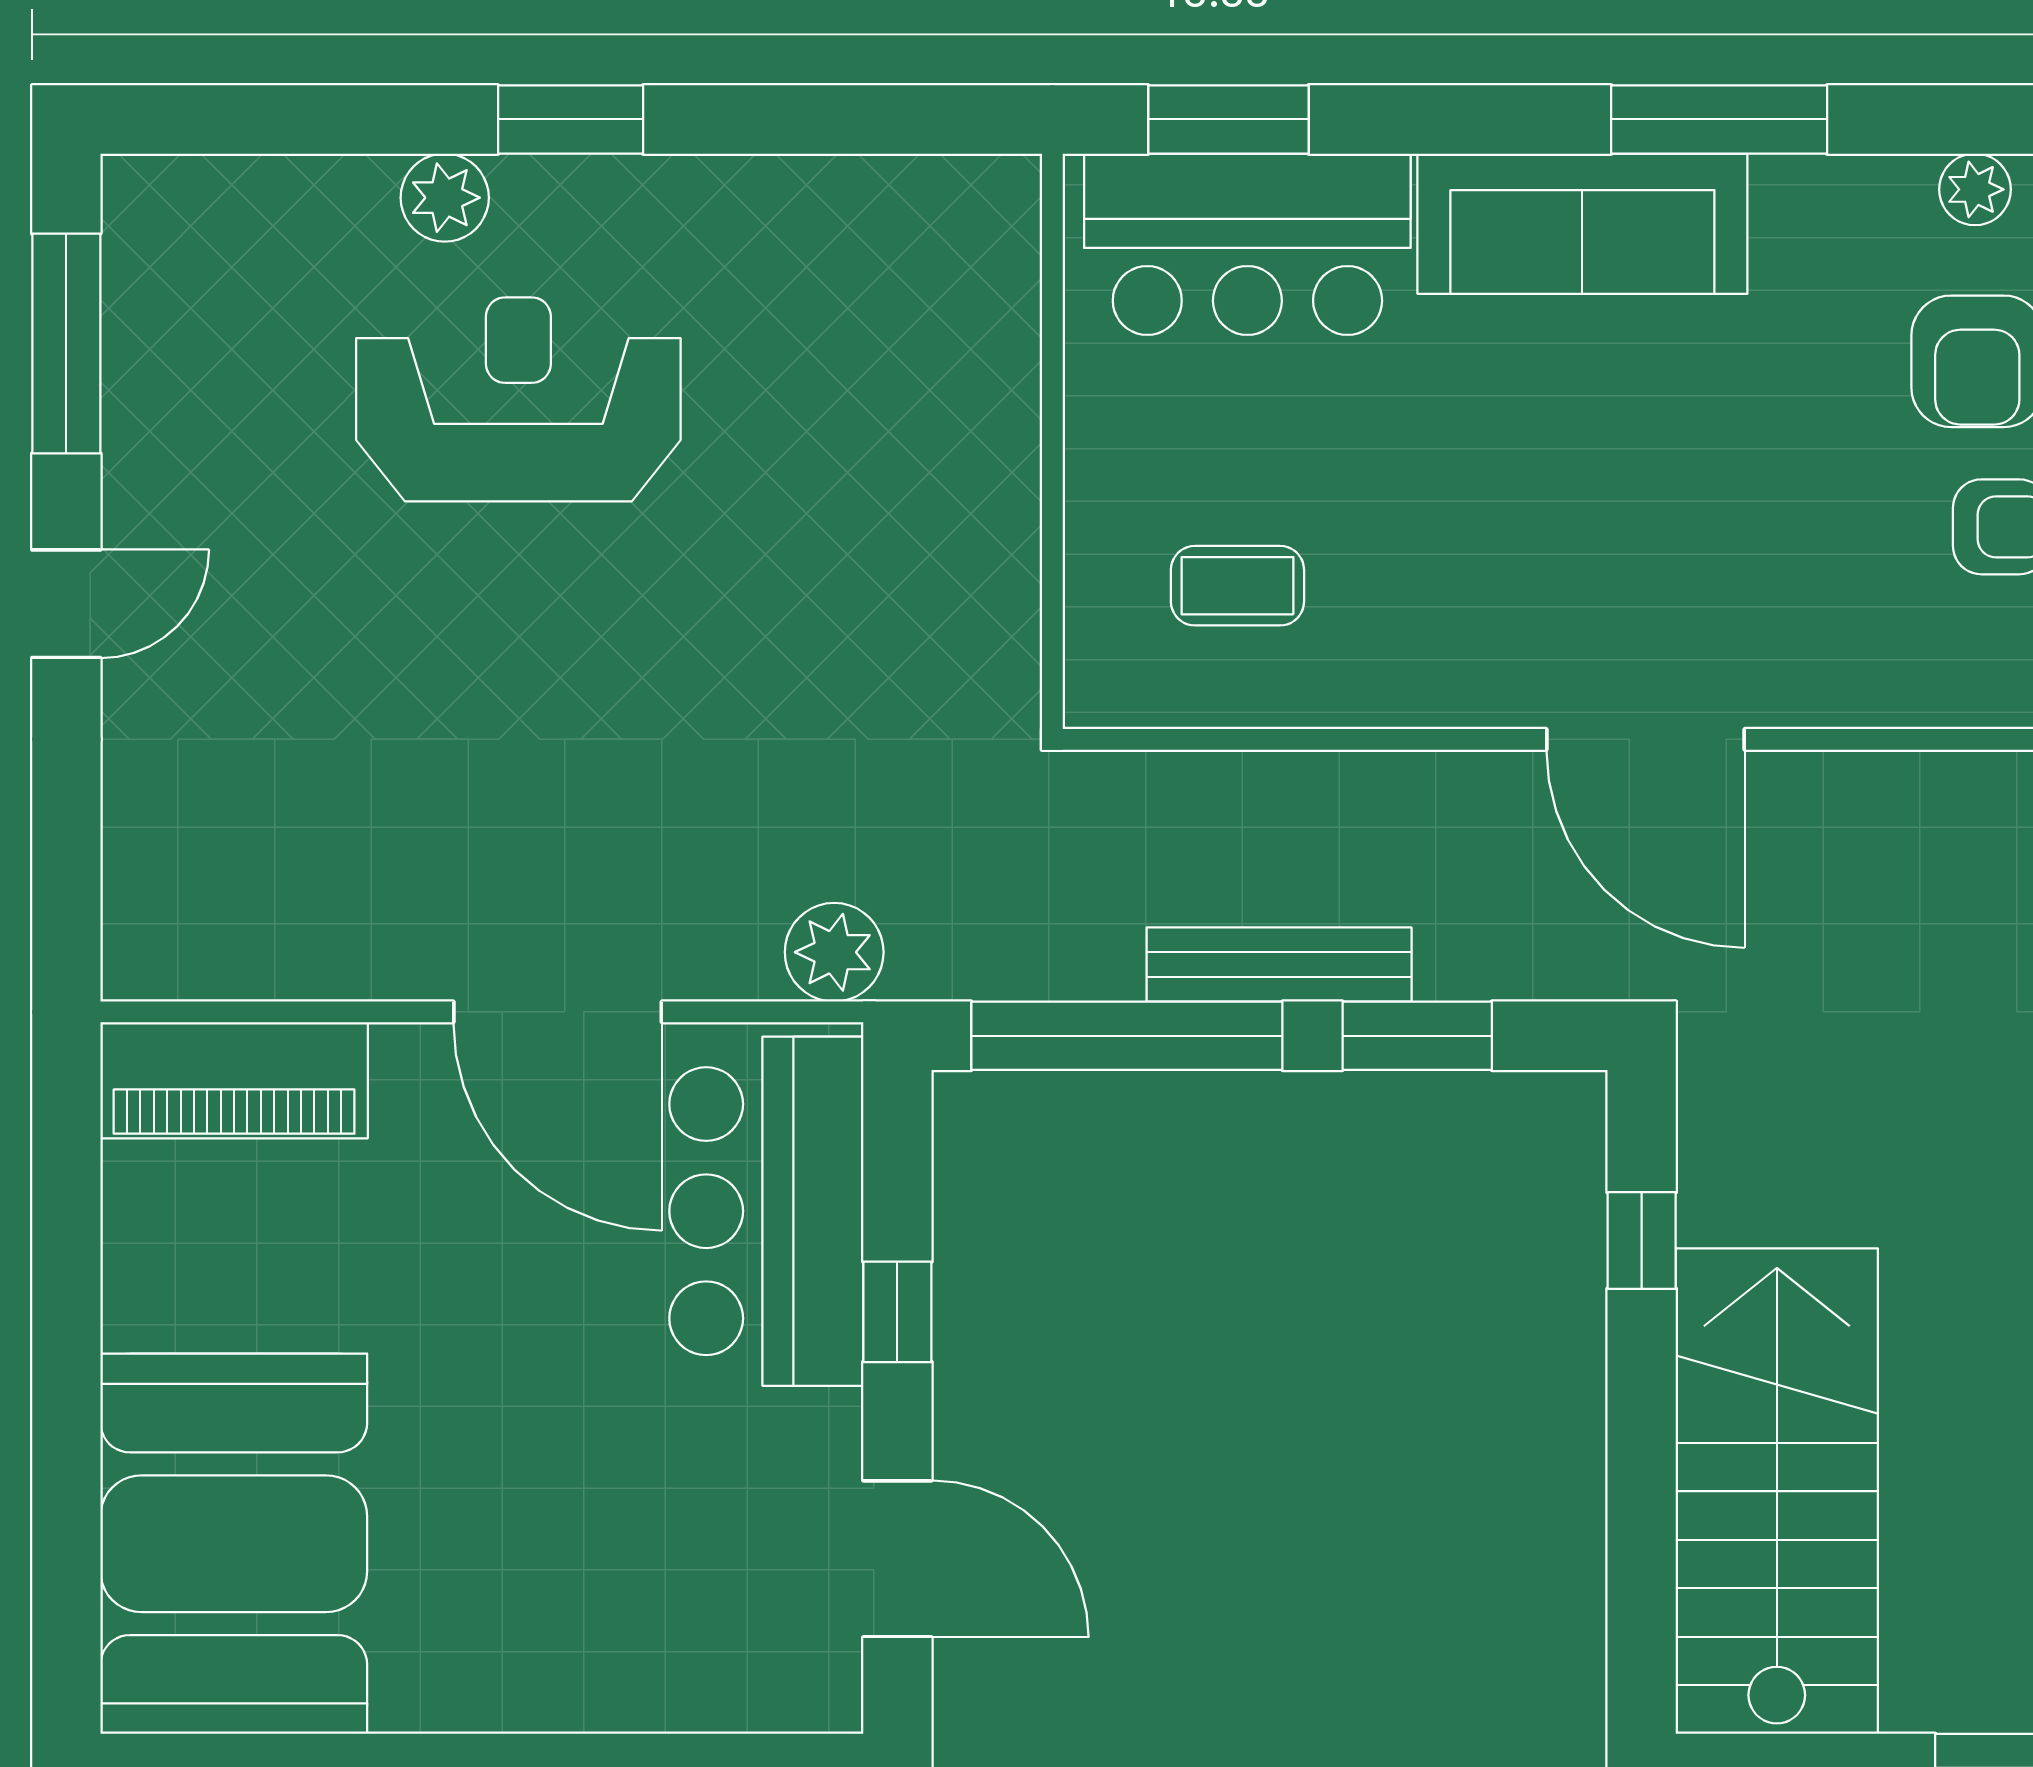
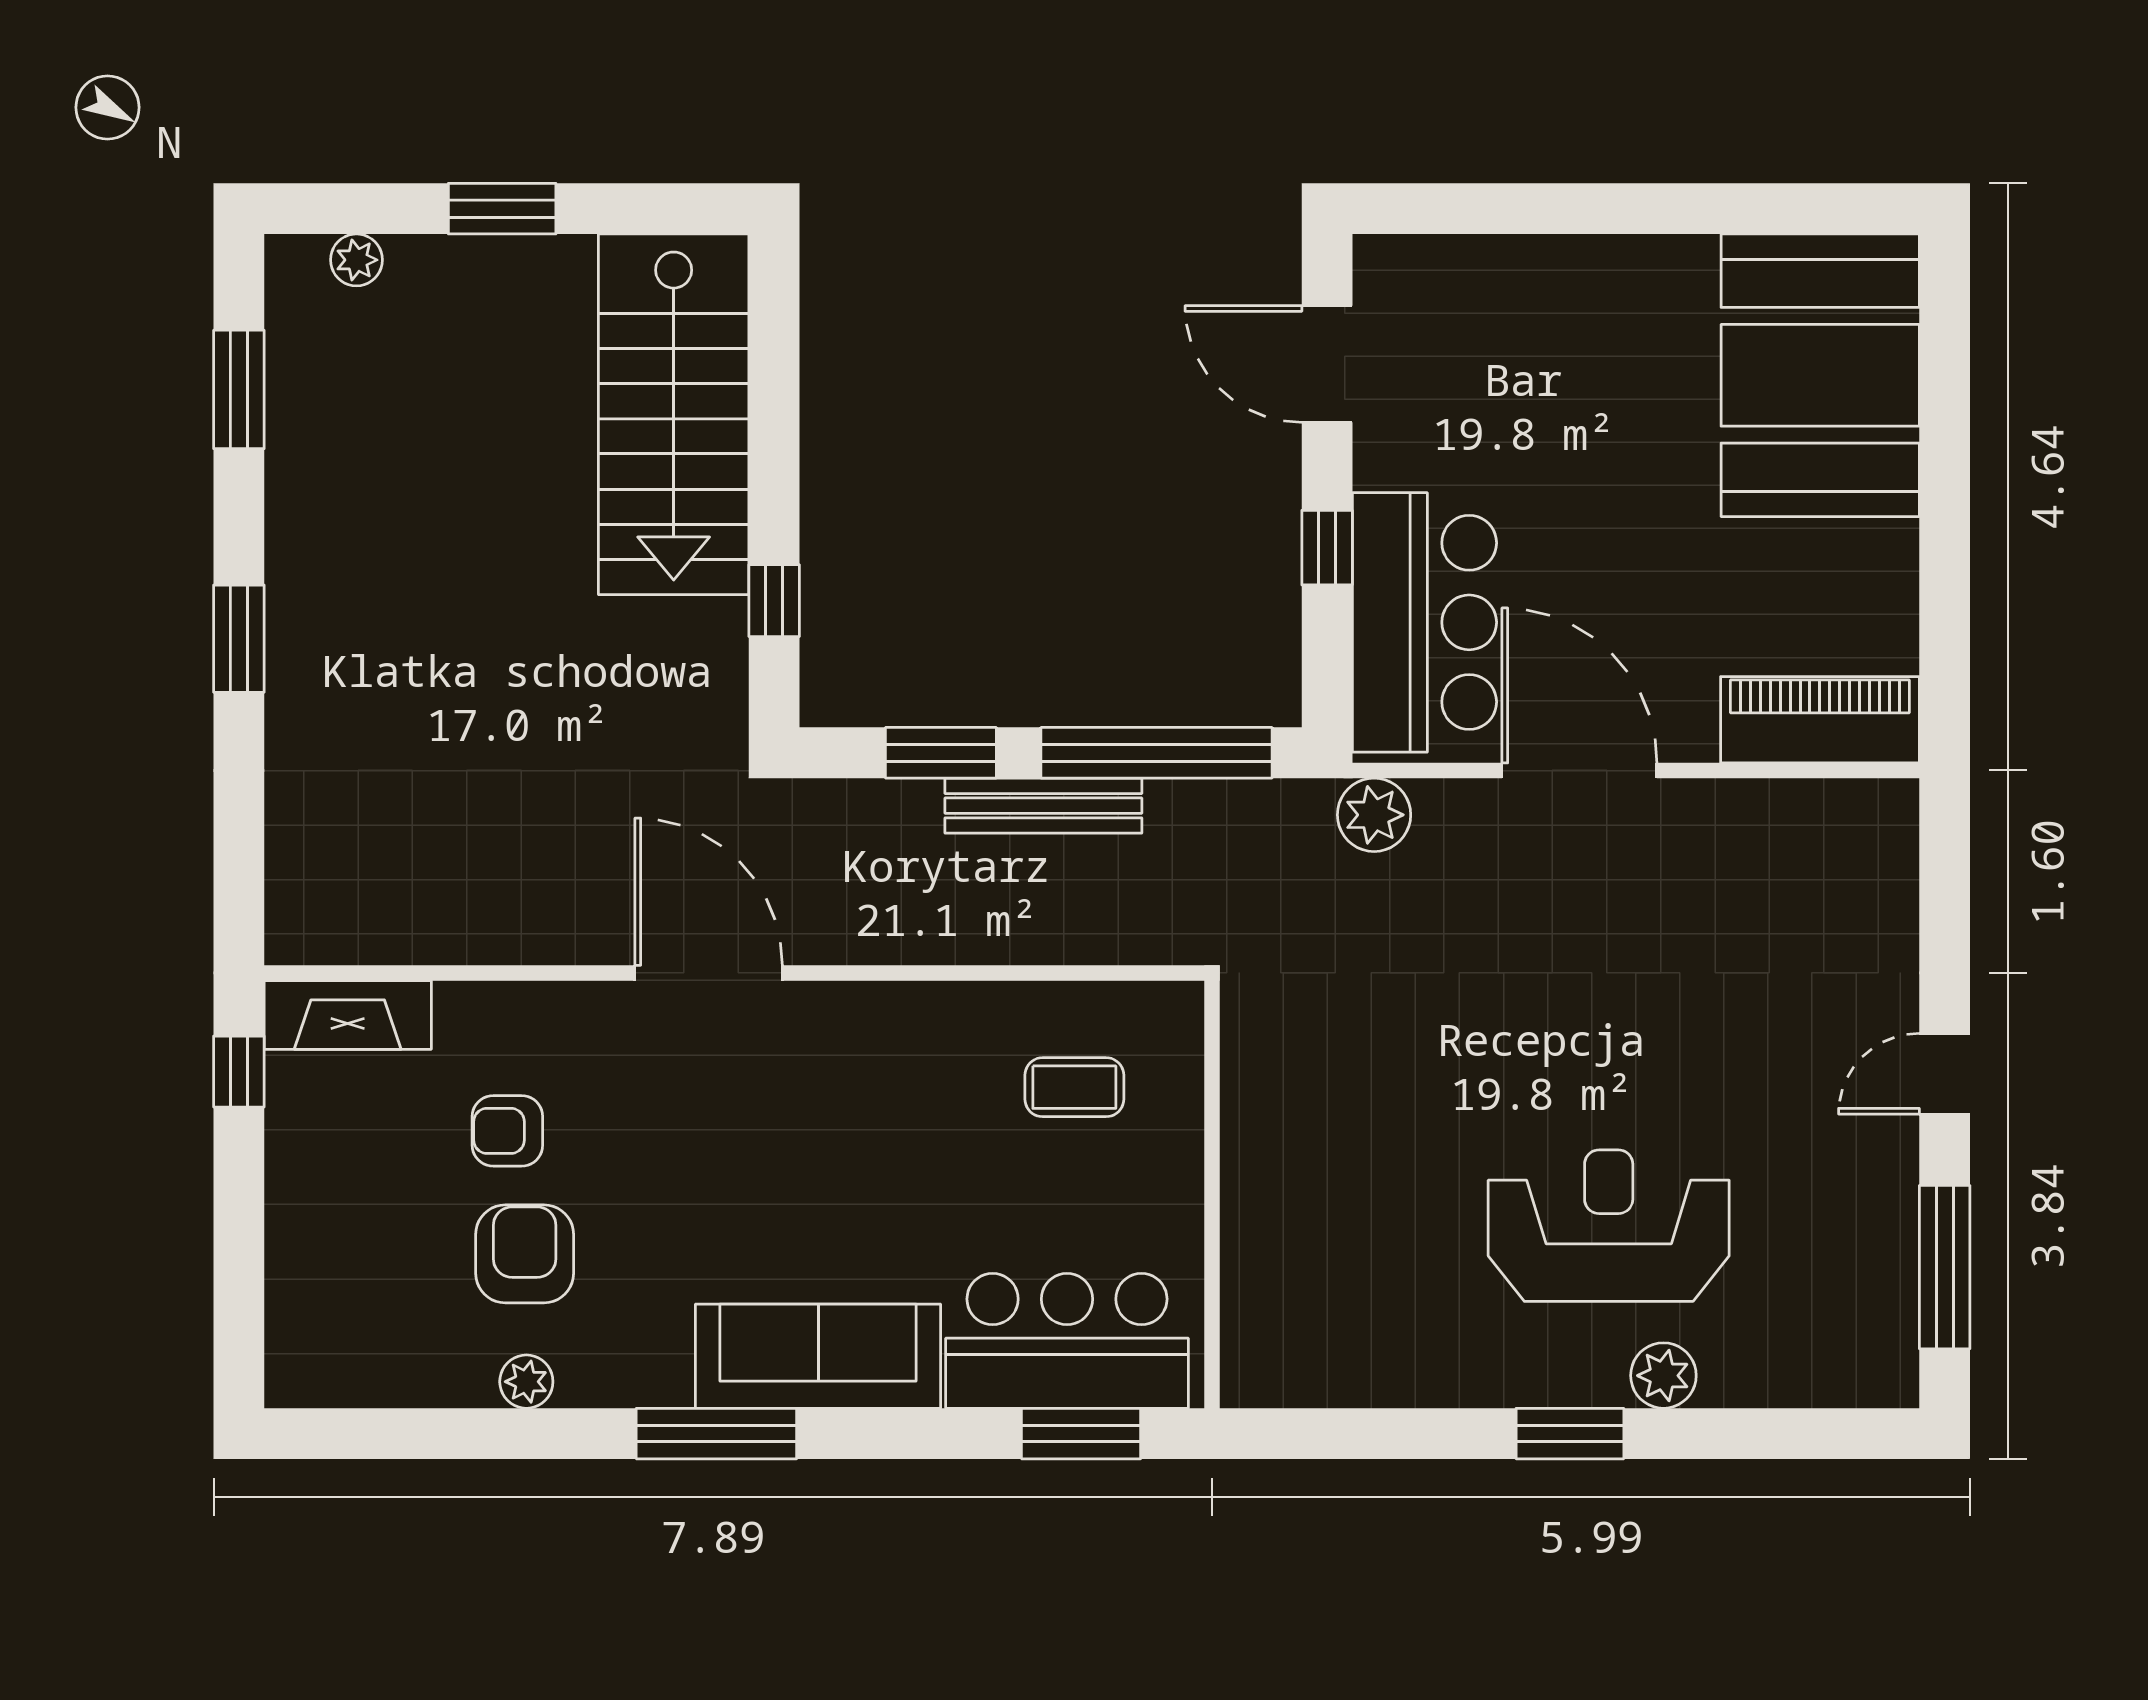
reception desk: (518, 399) -> (1609, 1226), turned 180
door: (1646, 739) -> (709, 973), moved

